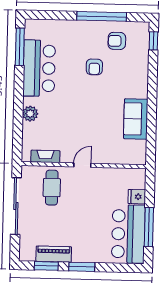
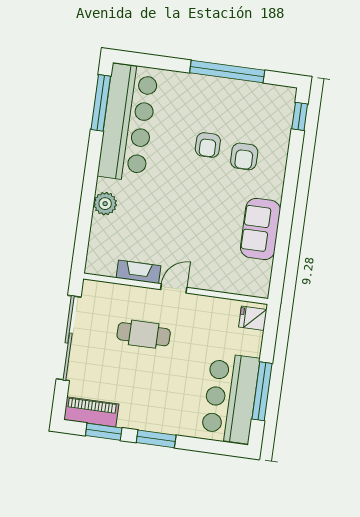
armchair: (117, 41) -> (244, 156), moved, turned -90
bar counter: (39, 68) -> (128, 123), width x1.36
fireplace: (45, 156) -> (139, 272), moved
cafe table: (52, 188) -> (144, 334), moved, turned 90
fridge: (137, 197) -> (253, 318), moved
piano: (54, 254) -> (91, 412), moved

